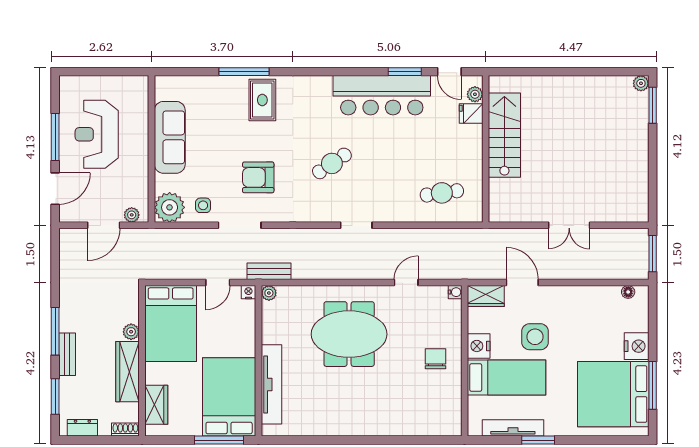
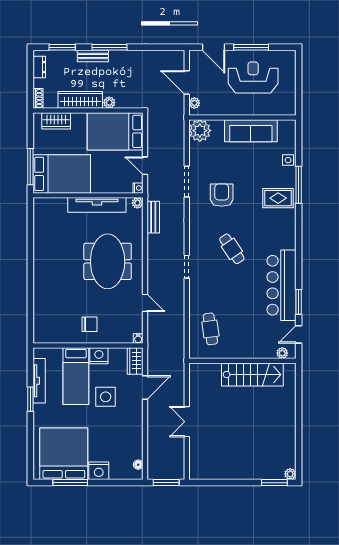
fridge: (471, 113) -> (268, 350), removed
side table: (203, 205) -> (288, 160), moved
bench: (269, 271) -> (153, 217), moved
tv unit: (272, 384) -> (97, 205), moved

